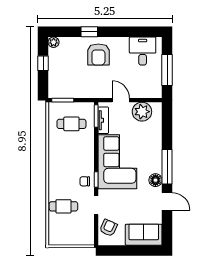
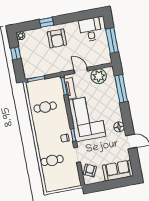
cafe table: (71, 124) -> (45, 107), moved
window: (167, 167) -> (121, 89), moved

